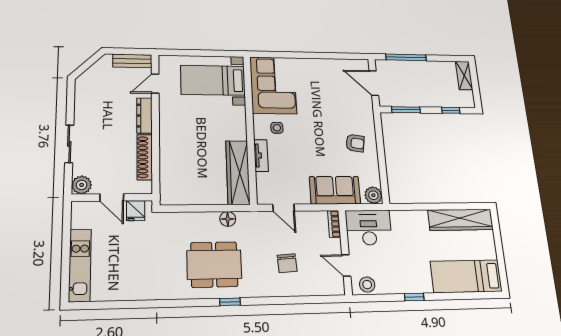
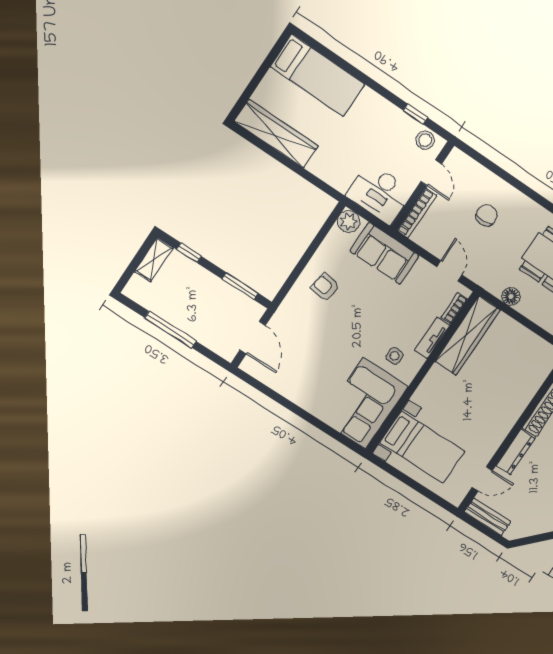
window: (406, 57) -> (171, 330), moved
shelving: (464, 76) -> (154, 260), moved
bookcase: (261, 185) -> (454, 308), added
bookcase: (334, 224) -> (417, 213), width x1.56
window: (414, 297) -> (415, 114), moved

